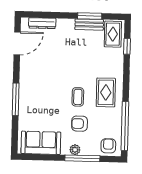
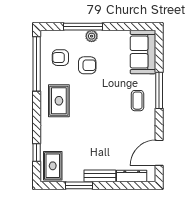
bench: (89, 25) -> (100, 176), moved
coffee table: (78, 97) -> (137, 101), moved
sofa: (41, 143) -> (143, 52), moved, turned 90
armchair: (108, 146) -> (60, 58), moved, turned 90

